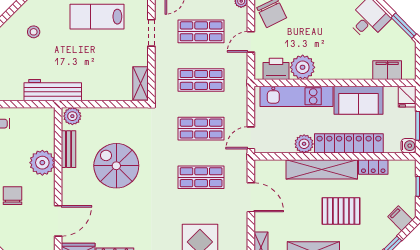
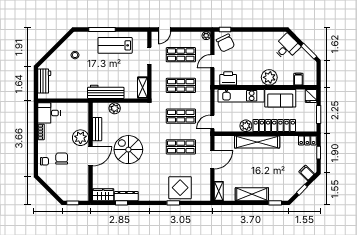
plant: (303, 67) -> (269, 77), moved
filing cabinet: (387, 70) -> (298, 79), width x0.50
workbench: (53, 90) -> (106, 92), moved
plant: (72, 116) -> (115, 108), moved
water cooler: (409, 146) -> (312, 127), removed
spiral stairs: (116, 166) -> (128, 150), moved
locker: (373, 167) -> (307, 140), moved
door: (251, 197) -> (212, 160), hinge flipped
pallet: (341, 211) -> (269, 168), removed
door: (58, 221) -> (91, 156), moved

